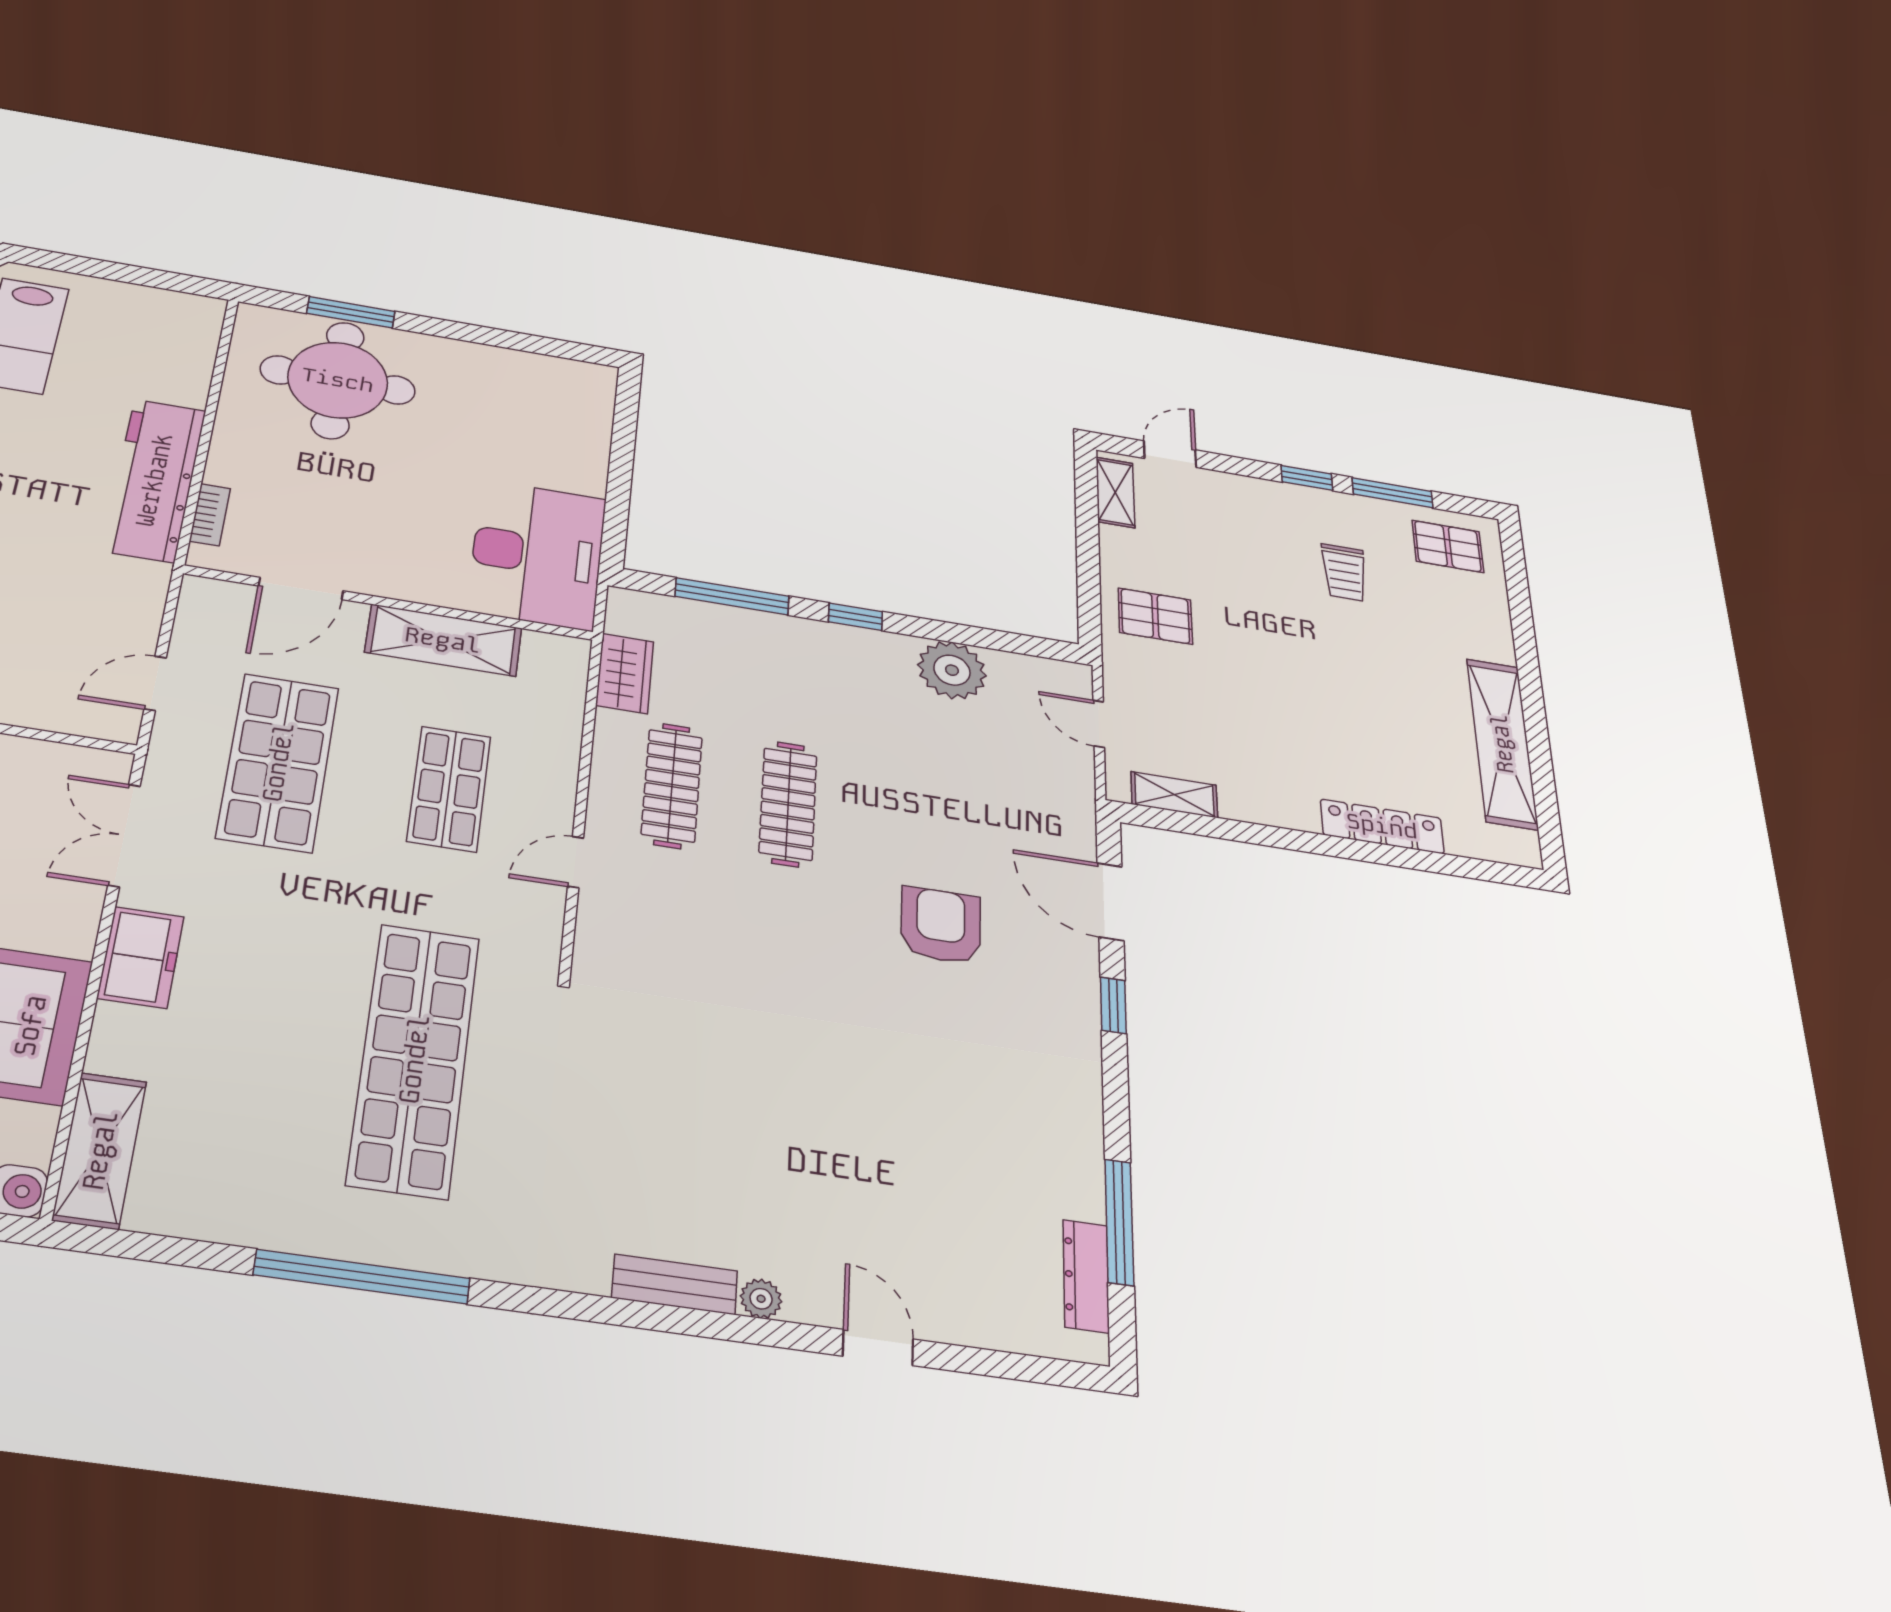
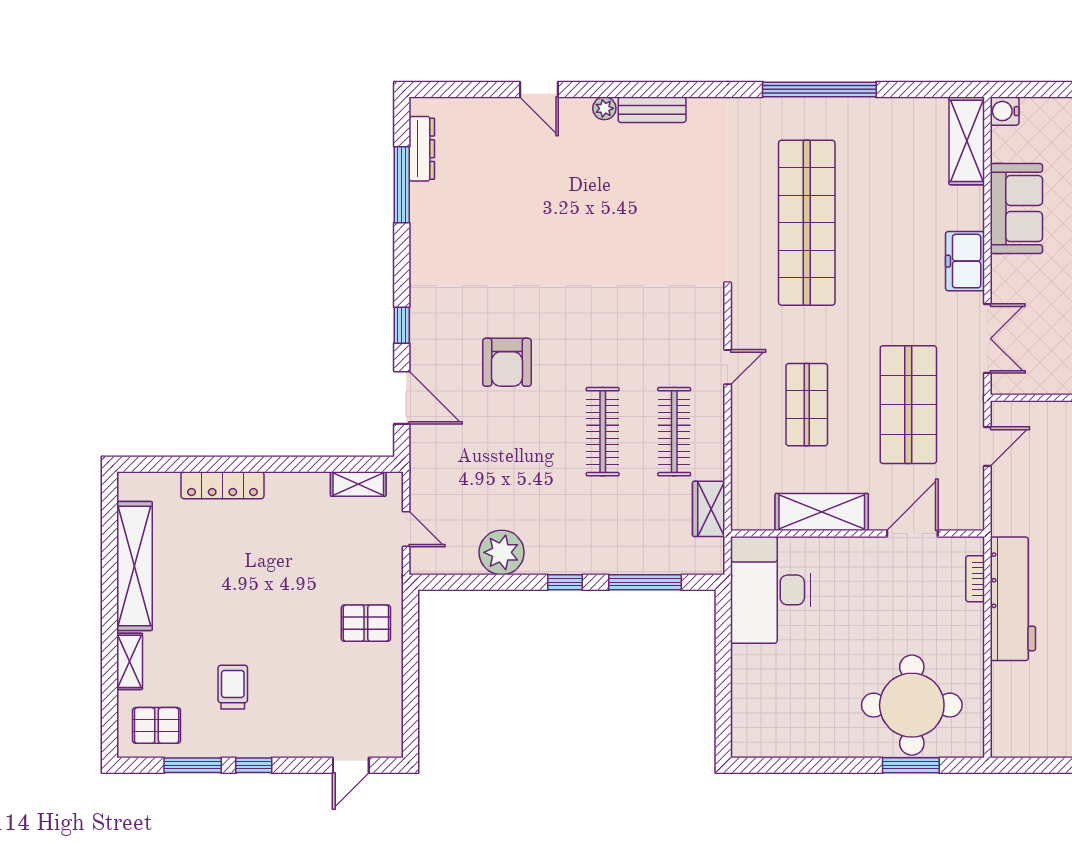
shelving: (1115, 492) -> (130, 661), moved

